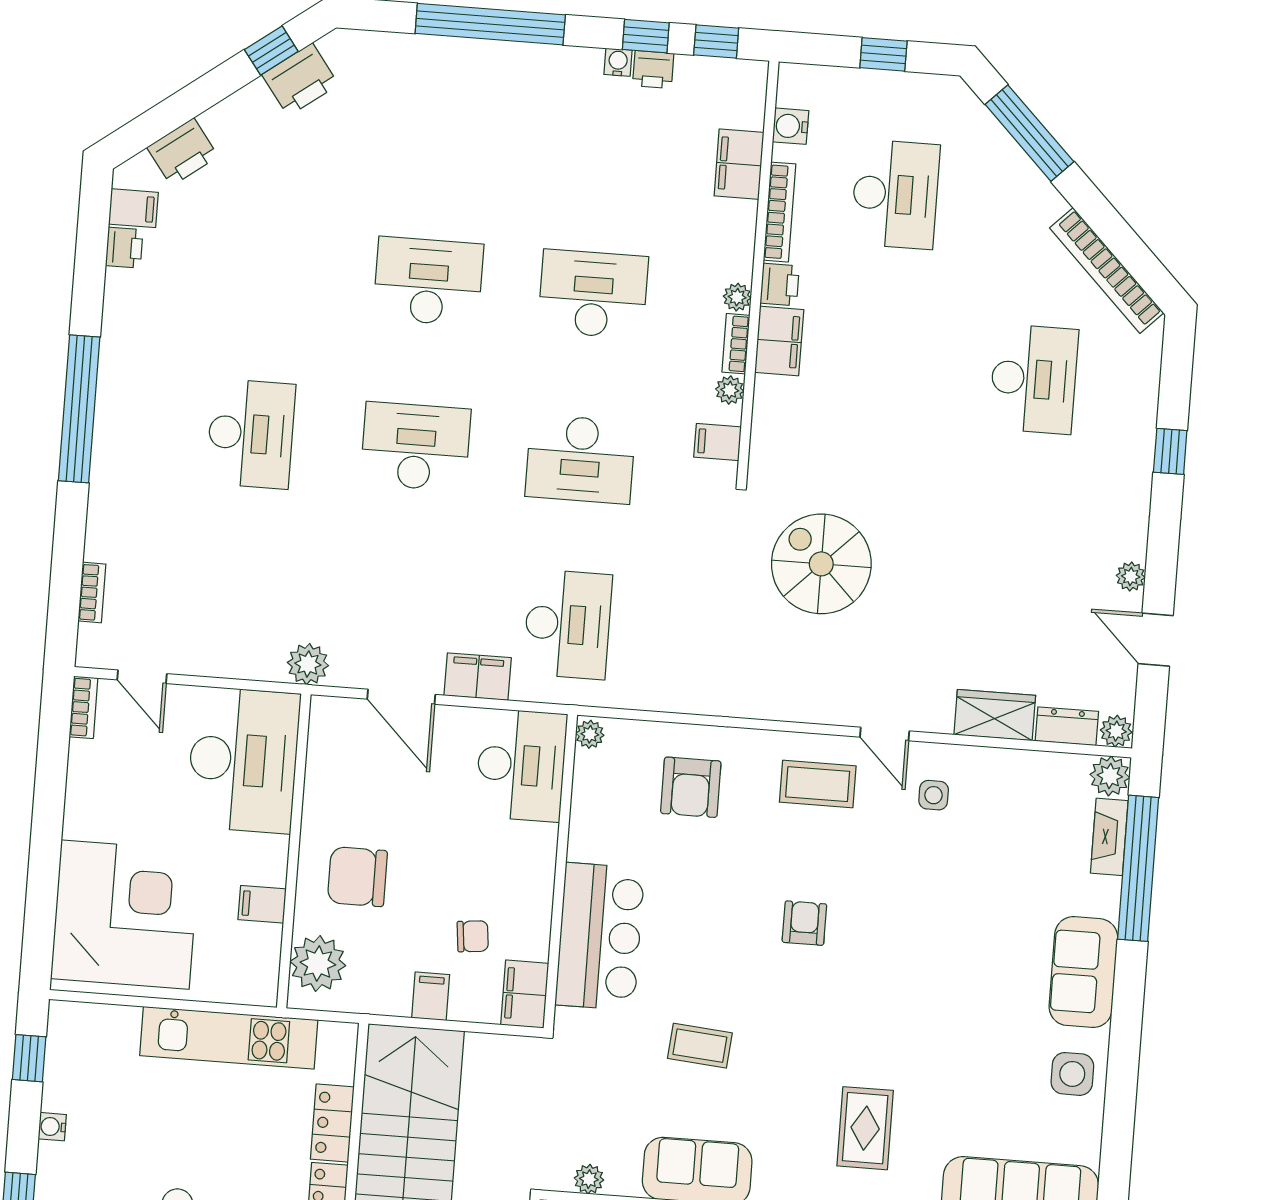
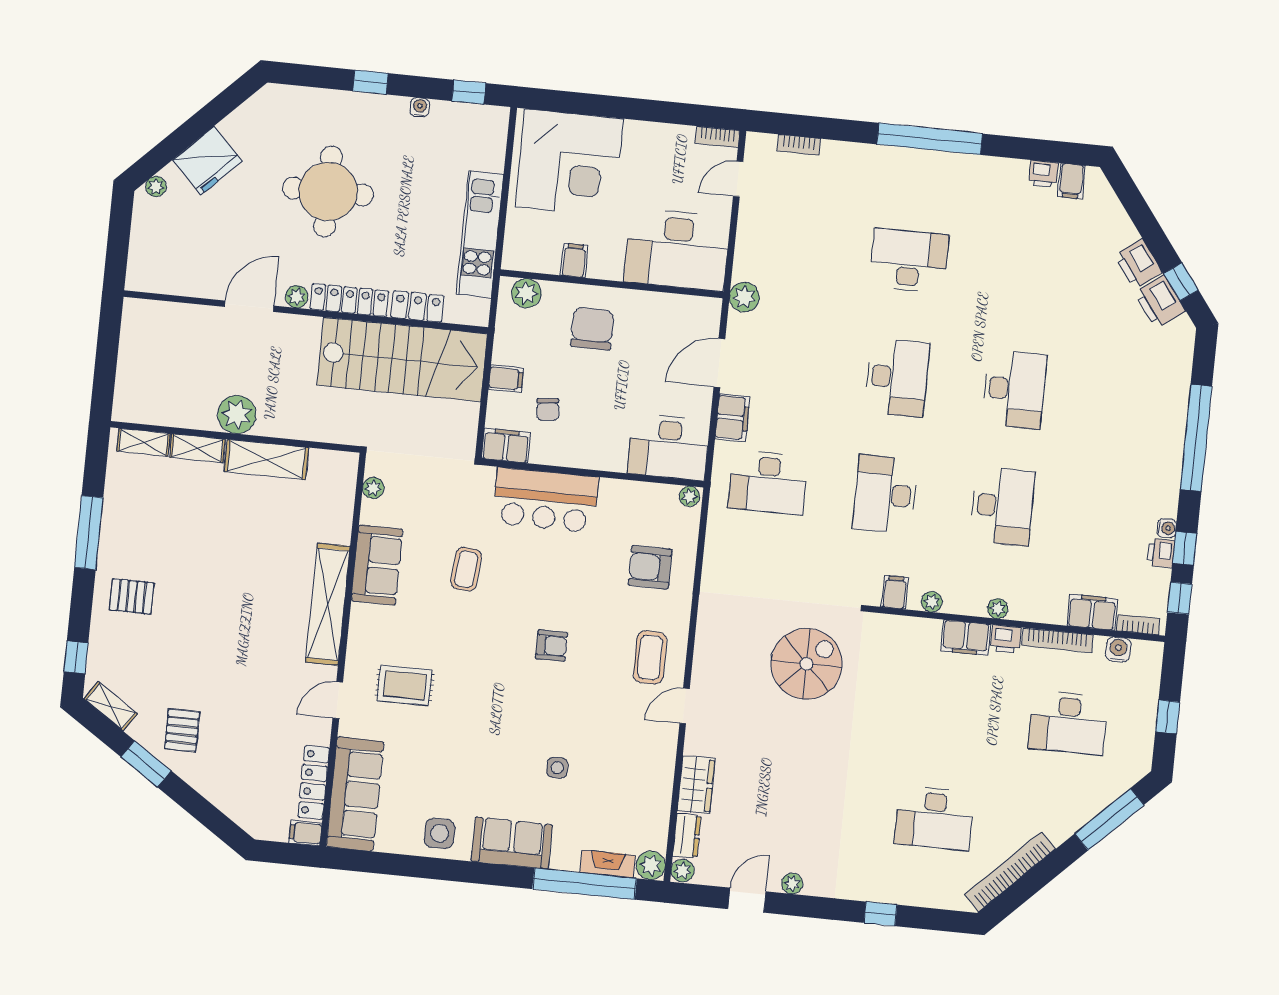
printer: (183, 152) -> (1139, 264), moved
bookcase: (736, 344) -> (1138, 625), moved
desk: (251, 434) -> (909, 261), turned 180
side table: (934, 795) -> (557, 768), moved
plant: (318, 963) -> (526, 293), width x0.73, depth x0.73

